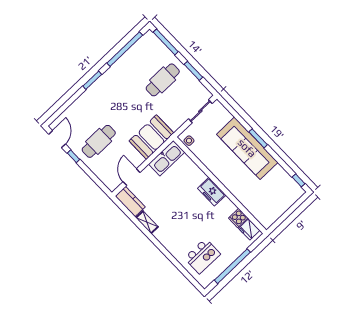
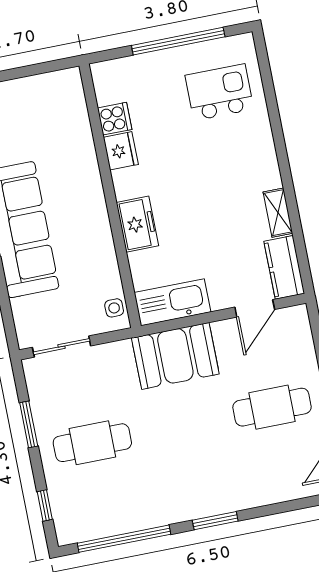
window: (166, 42) -> (45, 506), width x0.46
freezer: (212, 192) -> (137, 224), moved
fridge: (249, 229) -> (121, 151), moved

